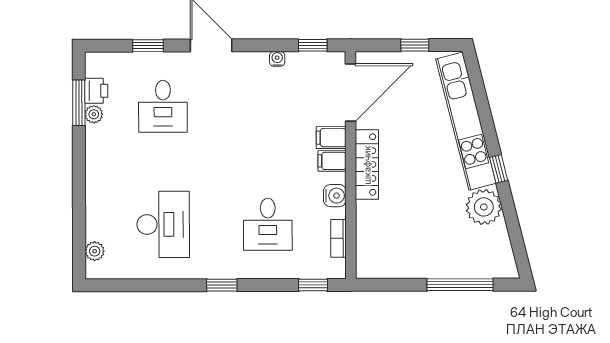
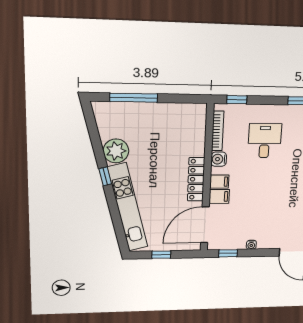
bookcase: (338, 238) -> (218, 131), width x1.56

